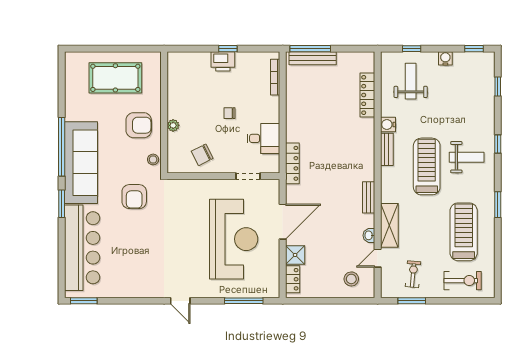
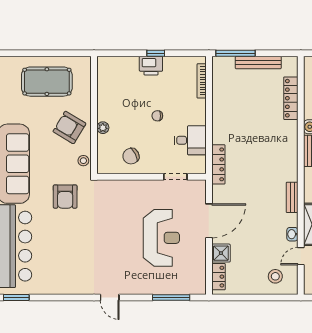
bench: (313, 58) -> (258, 63), moved
armchair: (139, 125) -> (69, 127), turned -149
reception desk: (234, 239) -> (161, 238), width x0.74, depth x0.77

